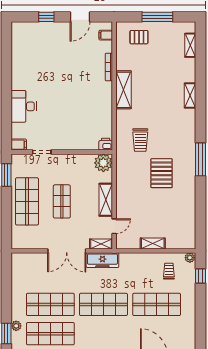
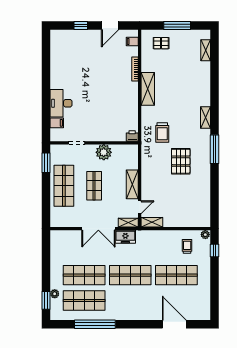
shelving: (190, 96) -> (205, 117), moved
filing cabinet: (19, 145) -> (57, 123), moved
plant: (103, 163) -> (104, 152), moved
shelving: (153, 243) -> (152, 222), moved
freezer: (102, 260) -> (125, 237), width x0.71

